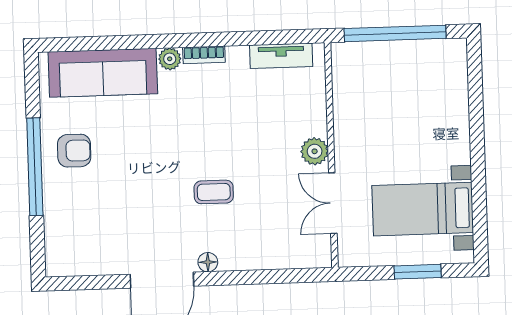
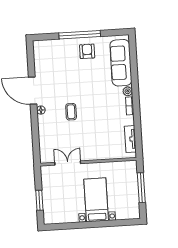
window: (395, 33) -> (141, 188), width x0.68
armchair: (74, 151) -> (87, 51), turned 180
plant: (315, 151) -> (90, 155), removed
bed with nightstands: (423, 209) -> (96, 200), moved

